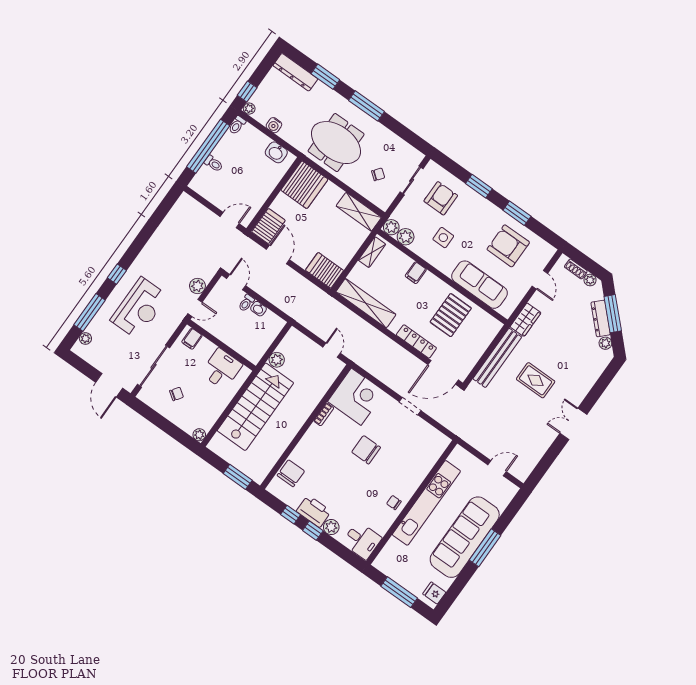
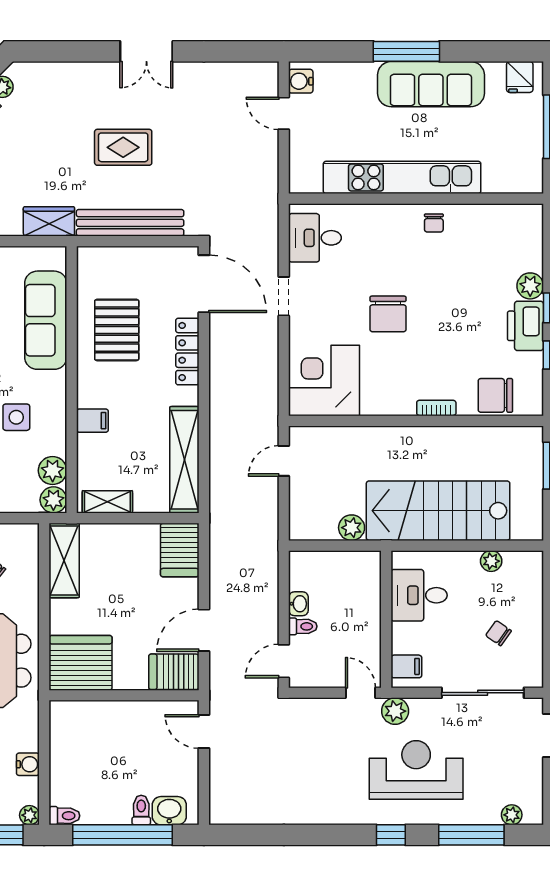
washbasin: (276, 152) -> (169, 811), moved, turned -90
plant: (197, 286) -> (395, 711), moved
pallet: (451, 315) -> (117, 330), turned 90
rug: (536, 380) -> (123, 147), turned 90
bookcase: (324, 414) -> (436, 408), moved
plant: (199, 435) -> (491, 561), moved
water cooler: (507, 487) -> (301, 81), added
sofa: (465, 537) -> (431, 84), width x0.74, depth x0.79
desk: (362, 540) -> (315, 238), moved, turned -90

